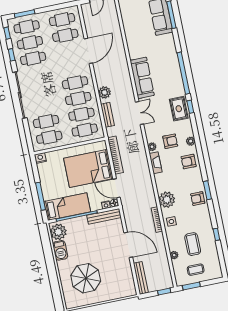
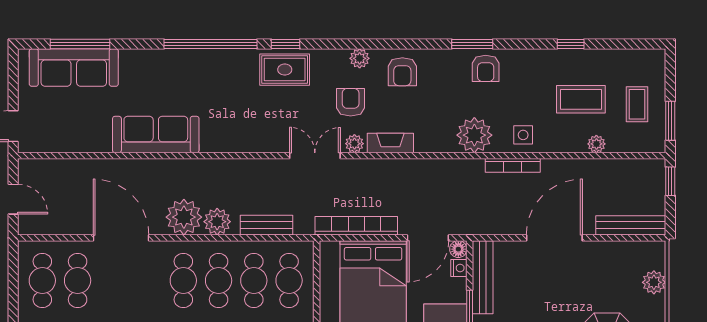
plant: (103, 77) -> (184, 217), added
sofa: (142, 78) -> (156, 134), moved
double door: (140, 113) -> (315, 156), moved
plant: (117, 294) -> (654, 282), added

